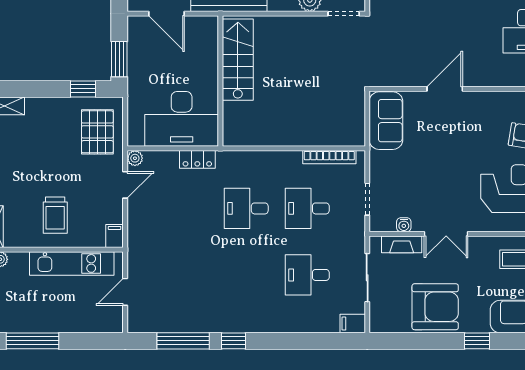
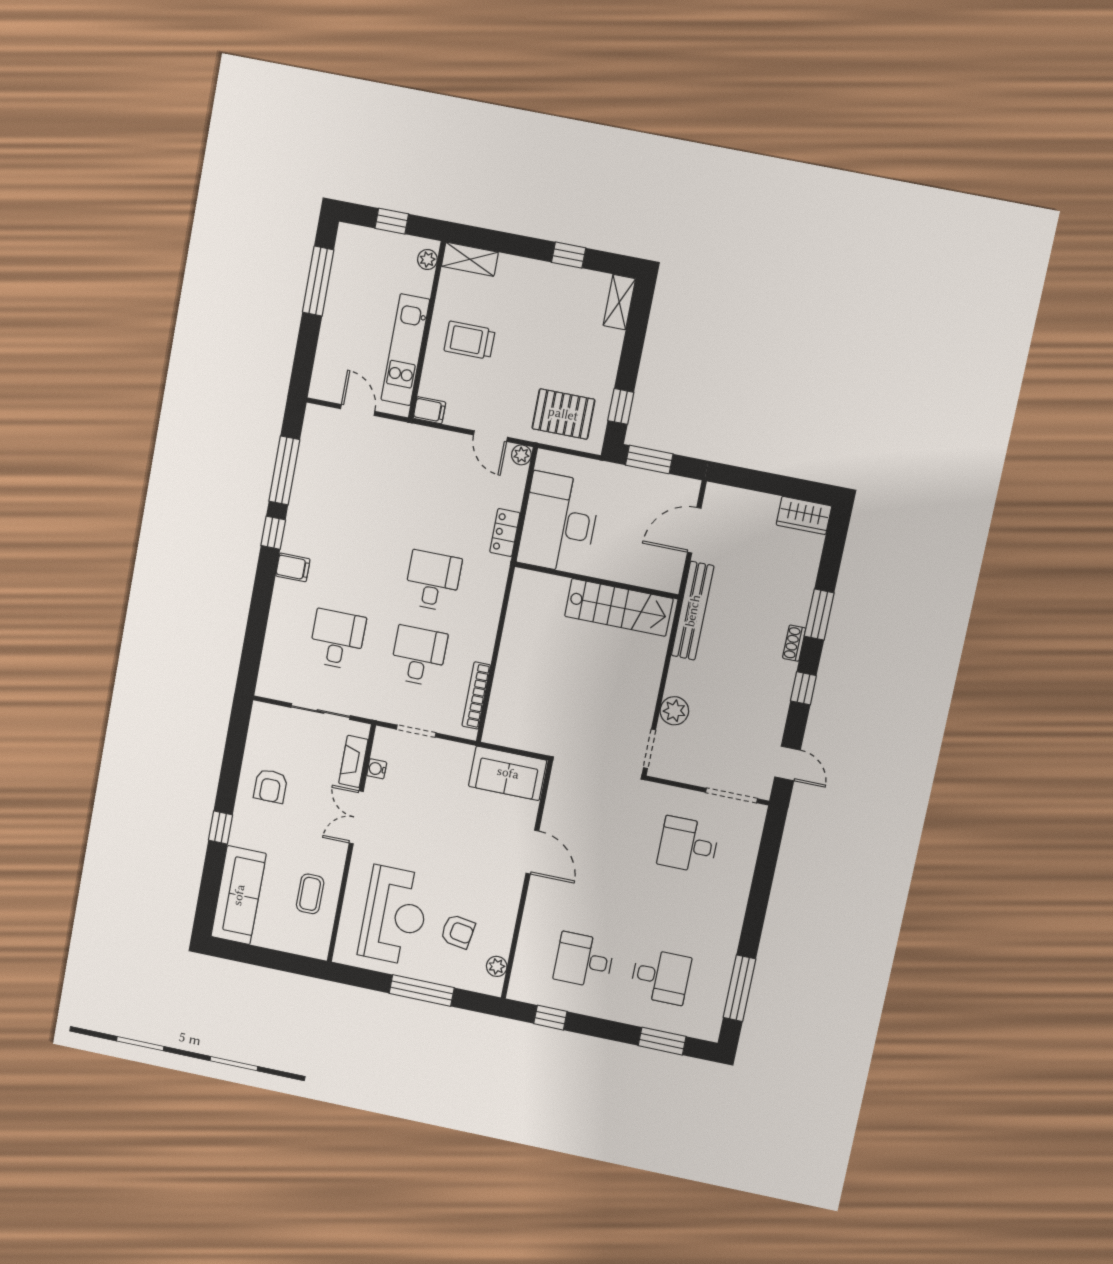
armchair: (435, 307) -> (271, 786), width x0.53, depth x0.53
filing cabinet: (353, 324) -> (293, 567), moved, turned 90

